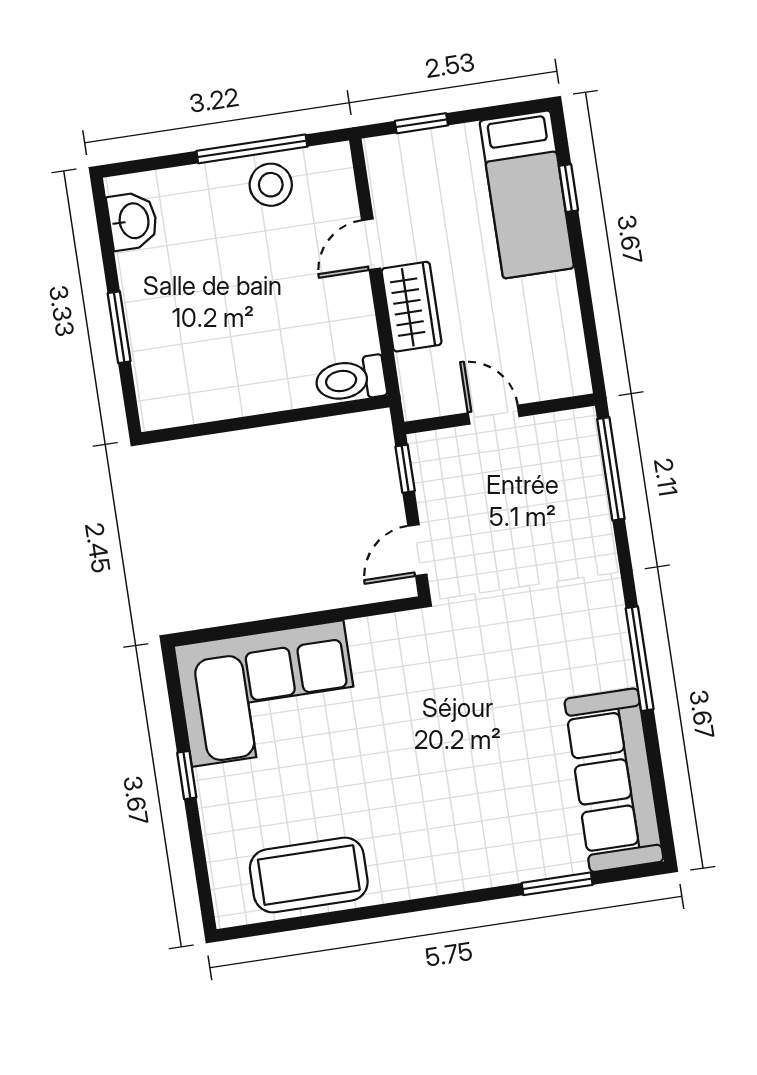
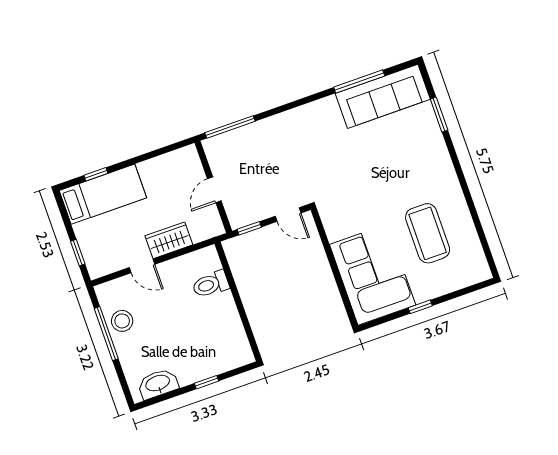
washbasin: (133, 221) -> (158, 384), width x1.38
window: (119, 327) -> (206, 382), width x0.67
toilet: (351, 380) -> (211, 284), moved, turned 90
window: (640, 659) -> (359, 82), moved
coffee table: (309, 875) -> (428, 233), moved

